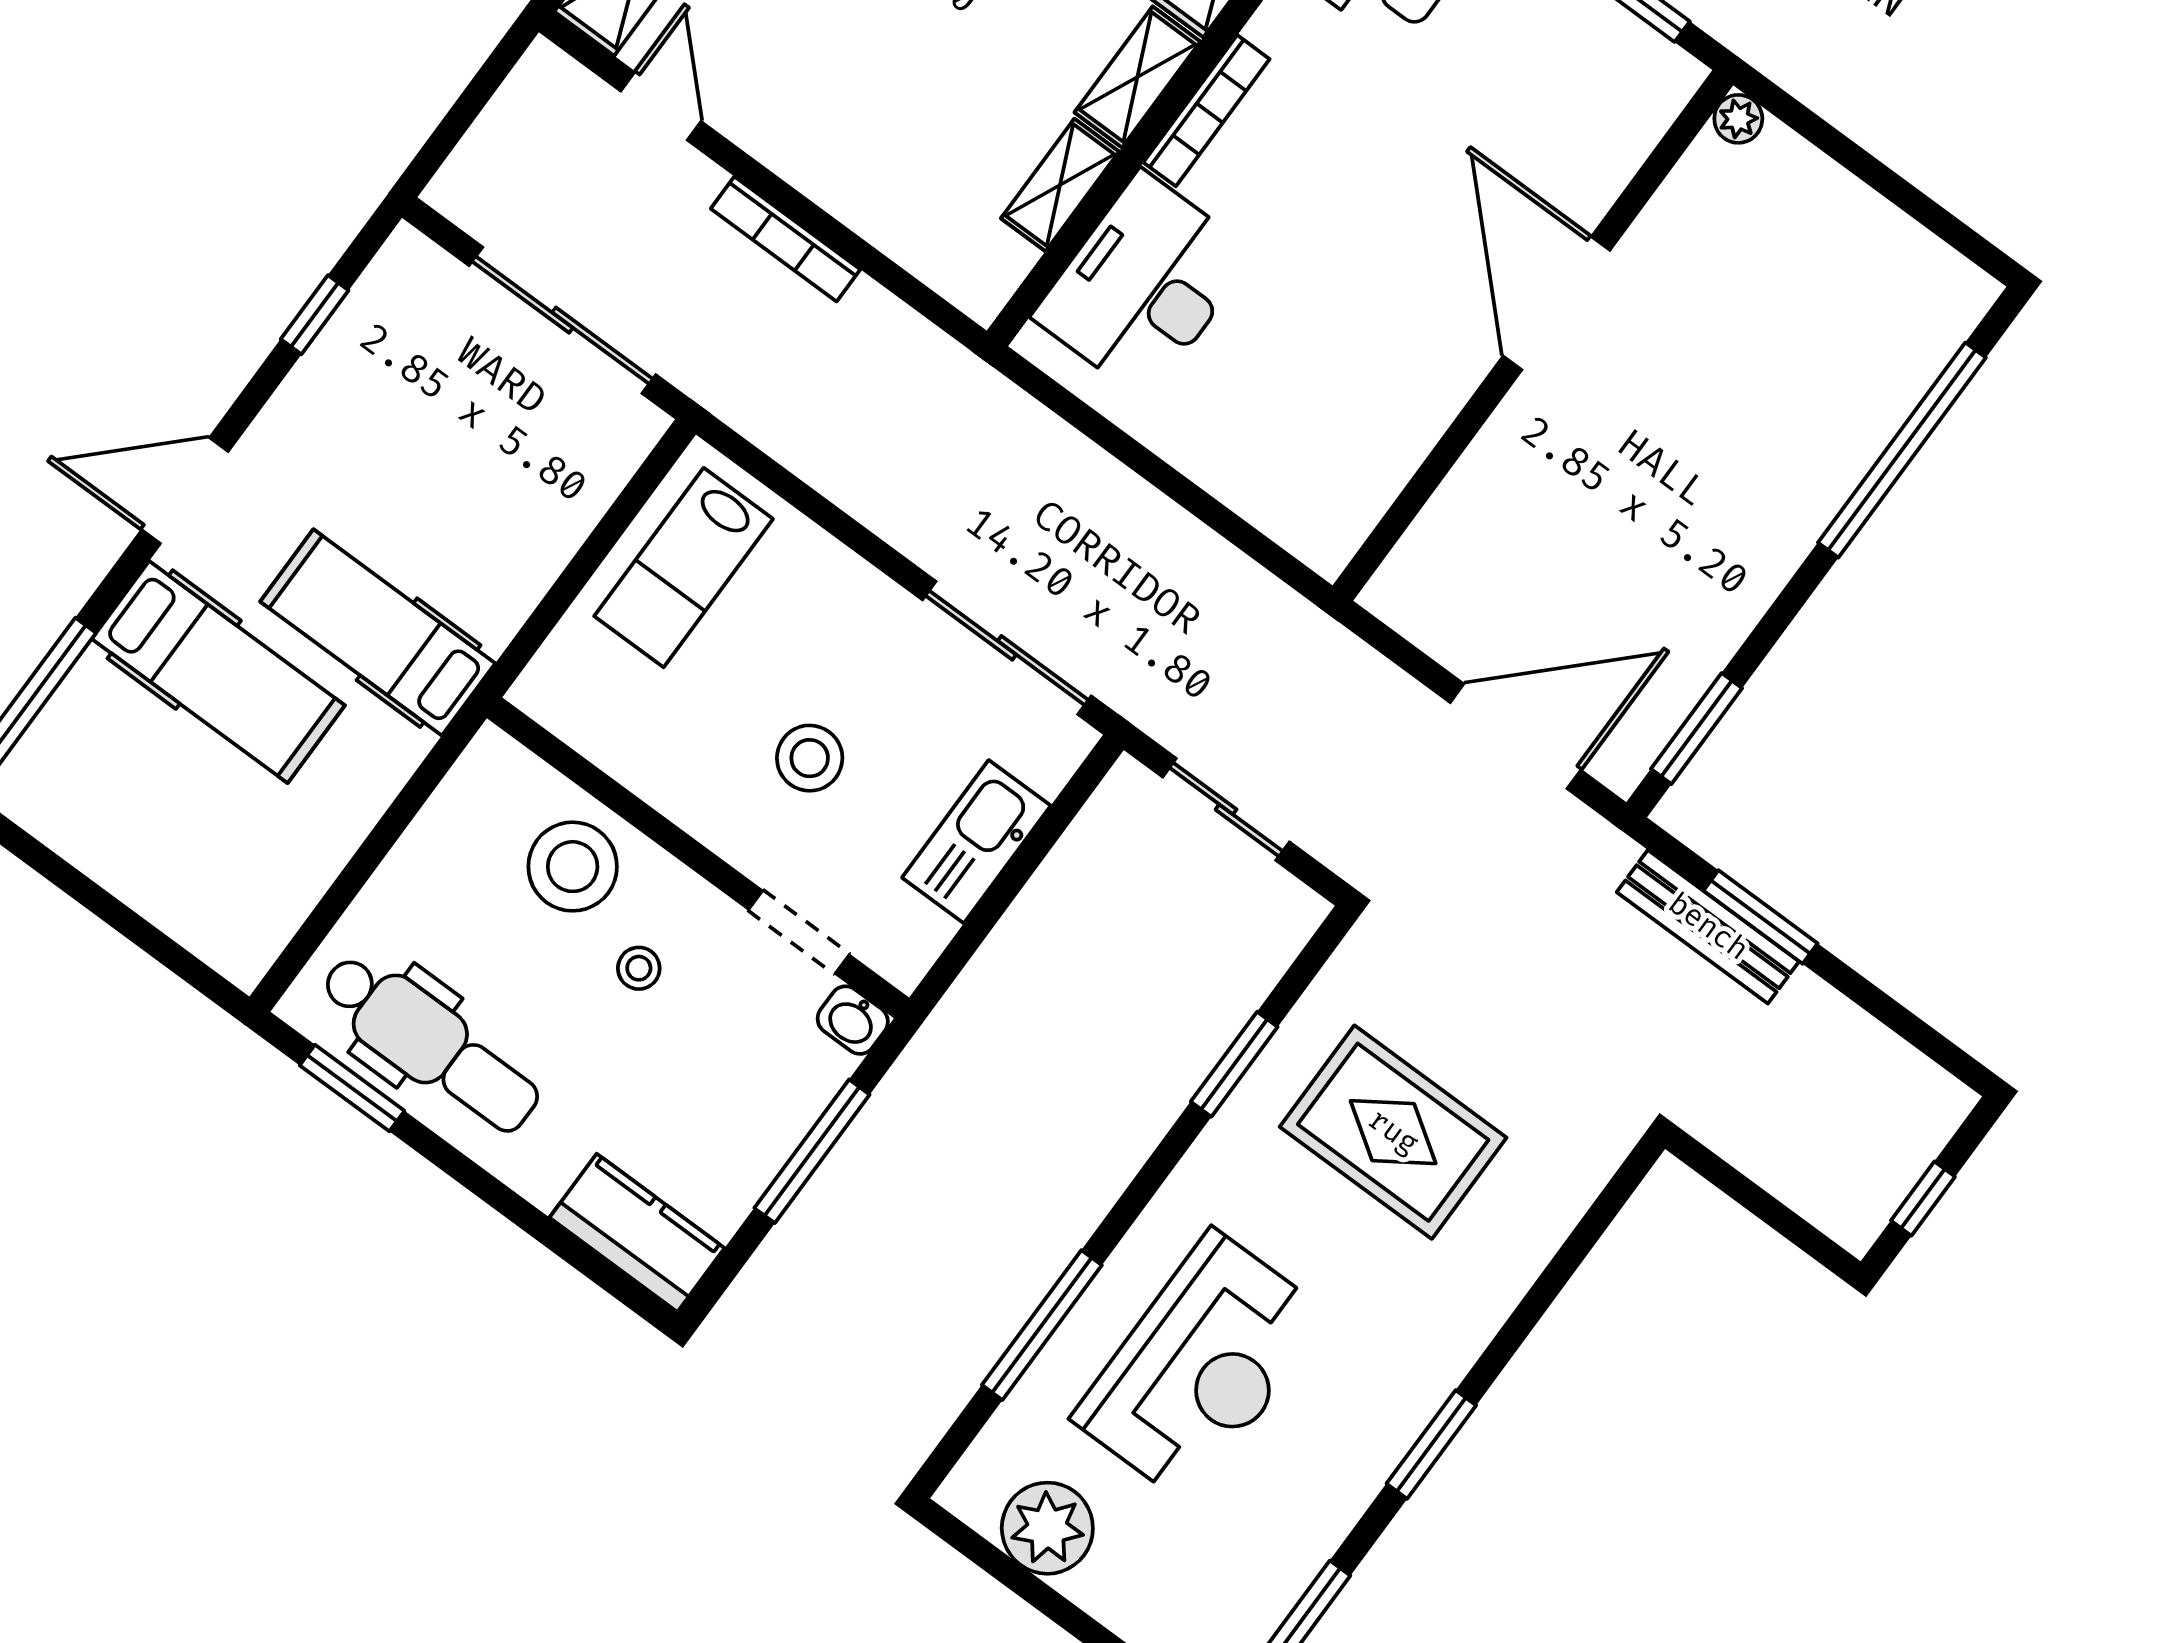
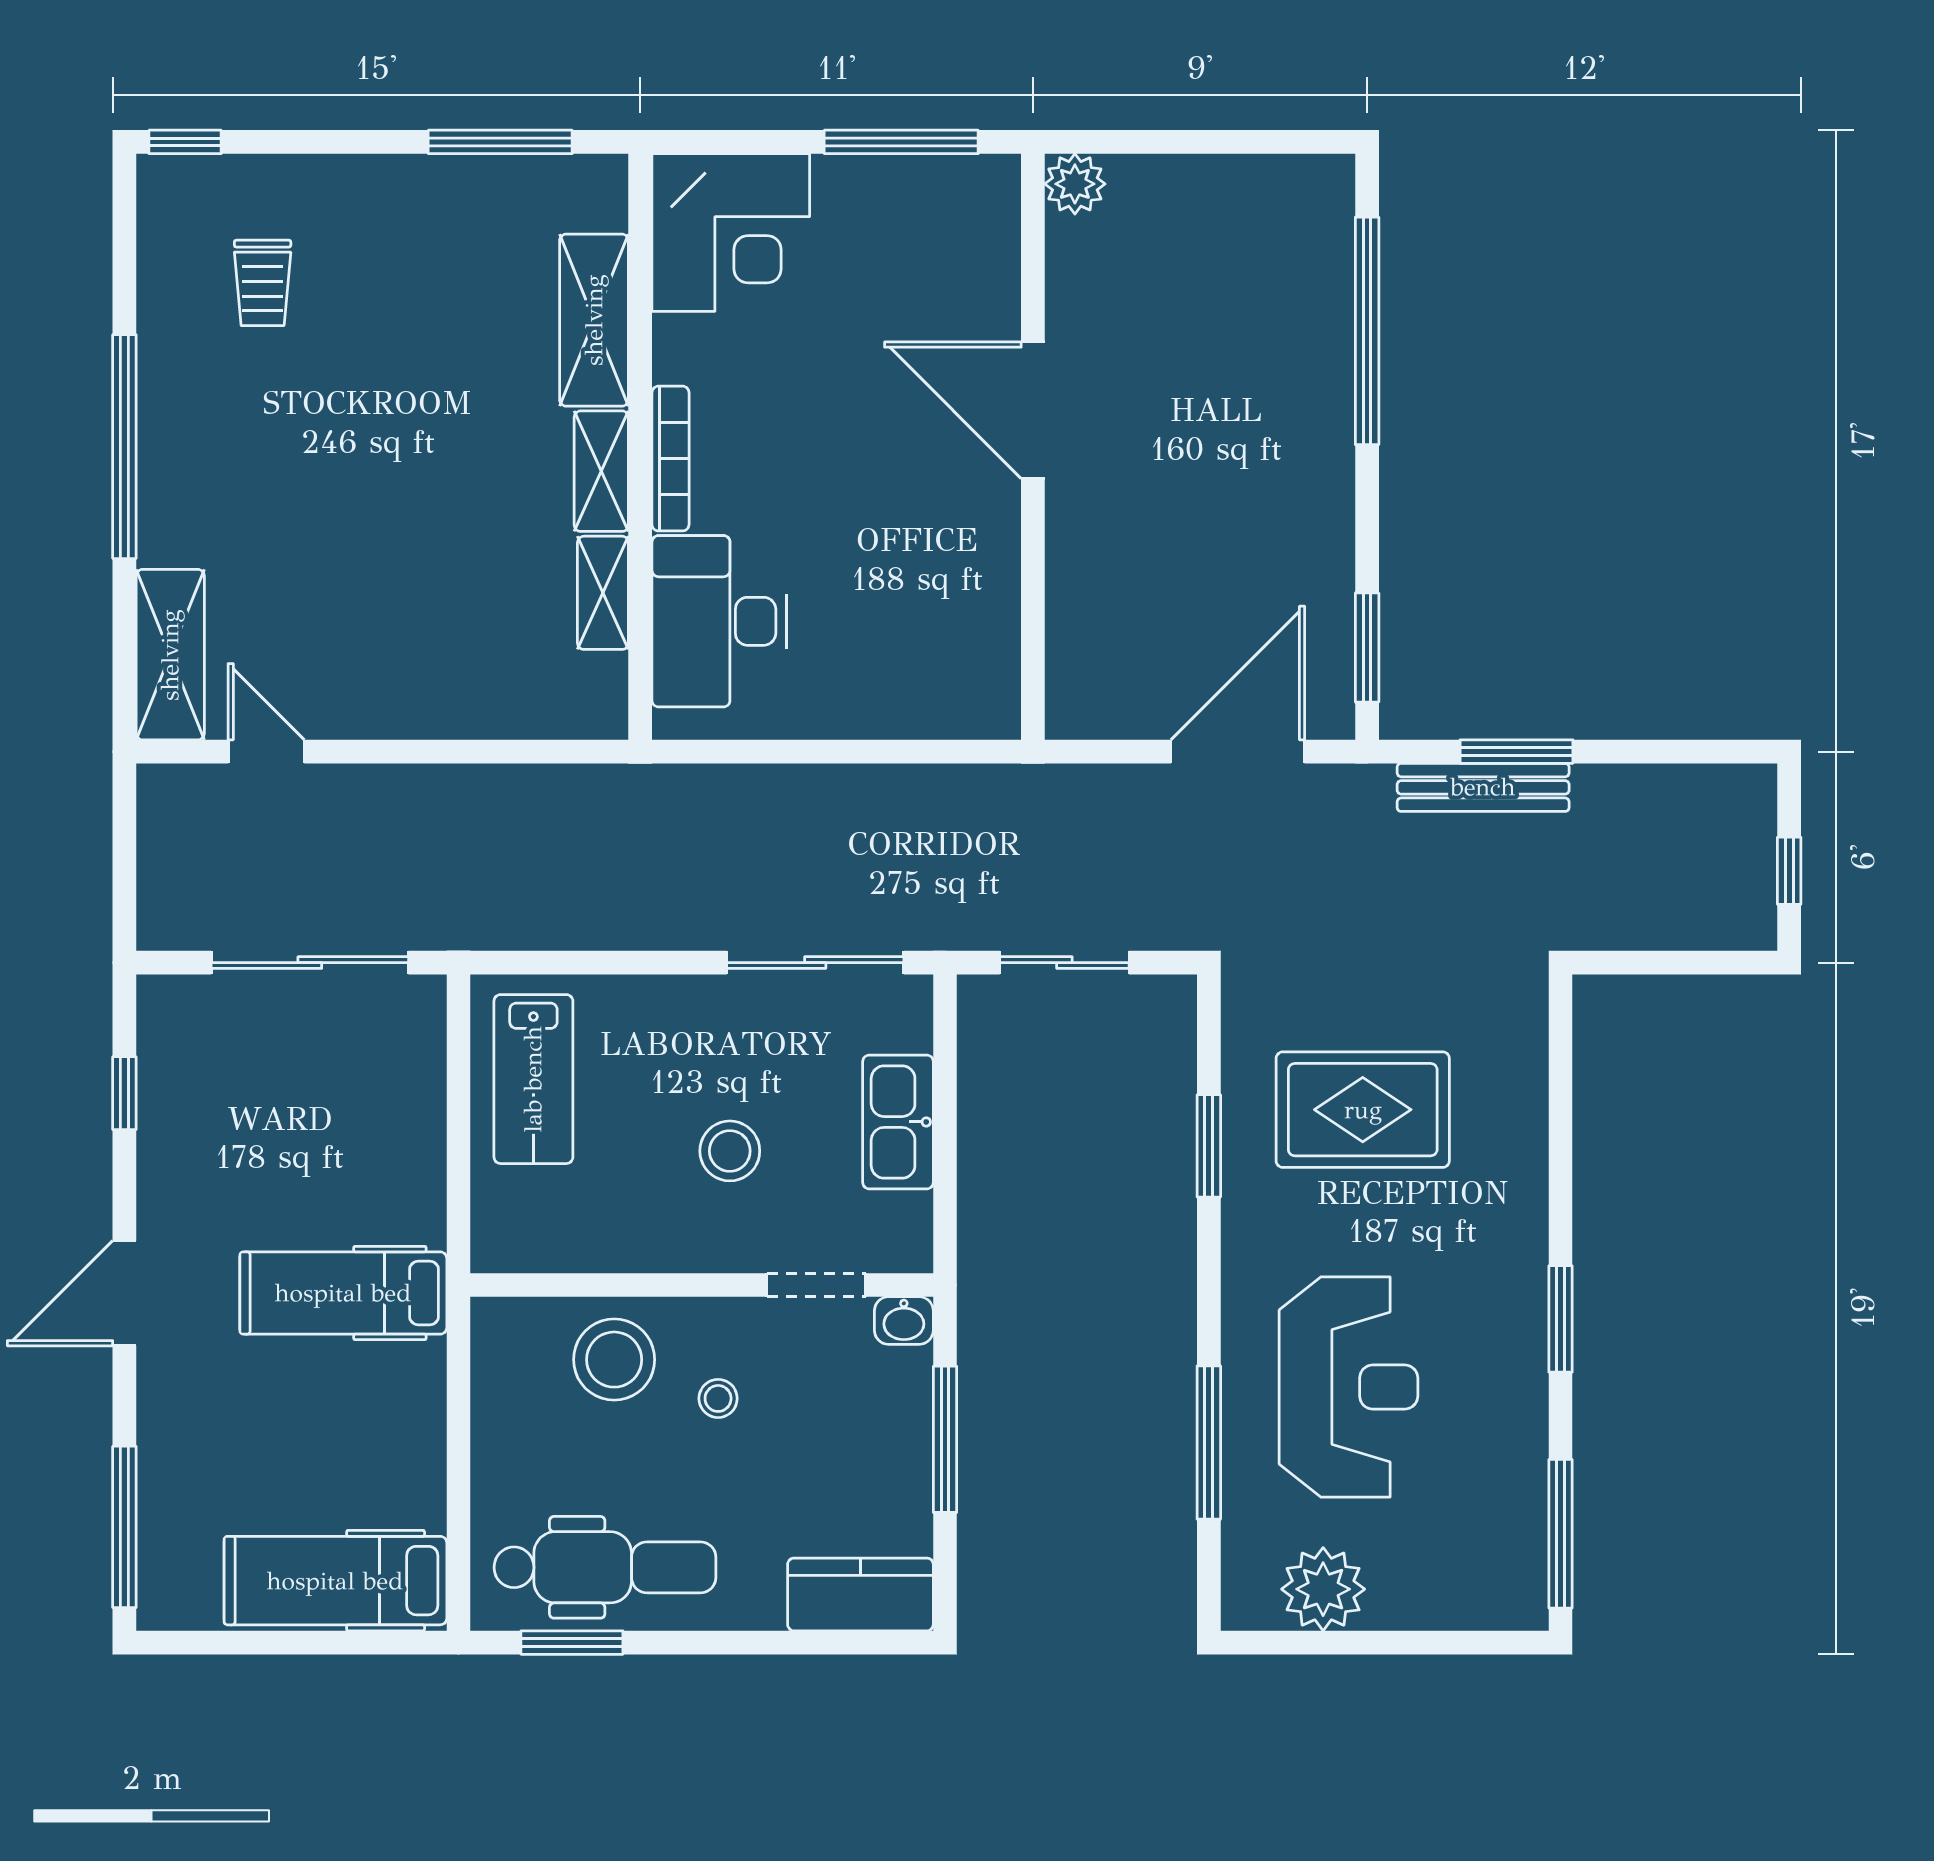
plant: (1738, 119) -> (1075, 184), width x1.38, depth x1.38
bookcase: (786, 239) -> (430, 782), removed
hospital bed: (218, 672) -> (335, 1581), moved, turned 180

